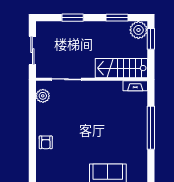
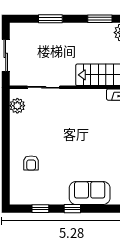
armchair: (46, 142) -> (31, 163), moved

